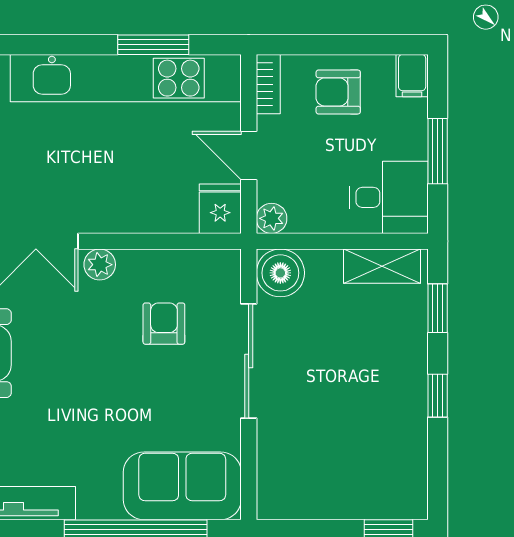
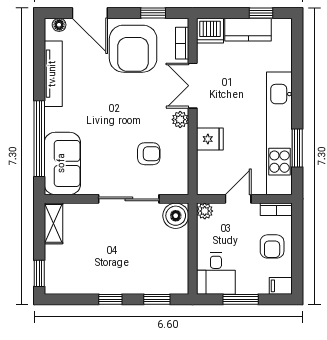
armchair: (338, 92) -> (272, 246), turned 180
fridge: (220, 209) -> (210, 139), moved
shelving: (382, 266) -> (53, 223), moved

